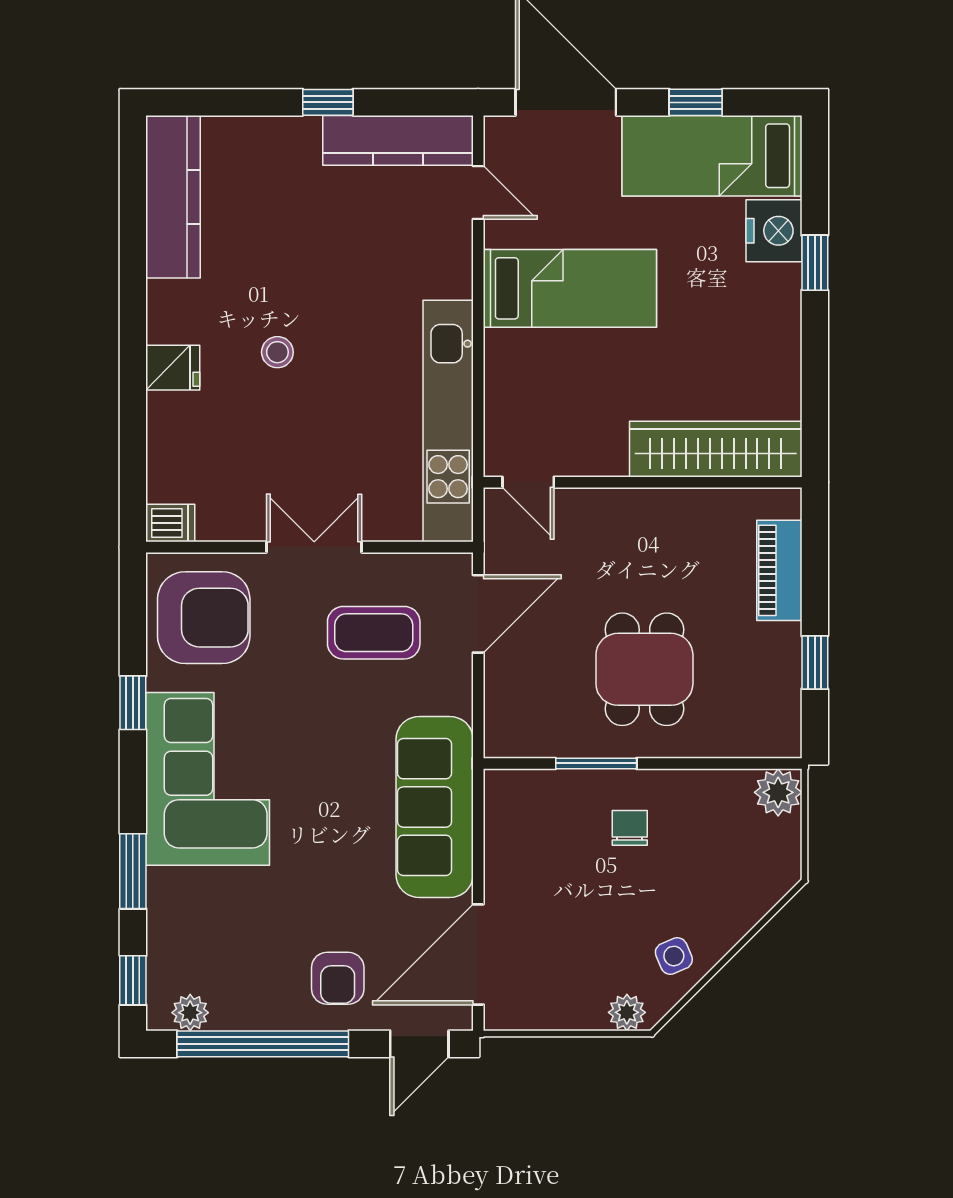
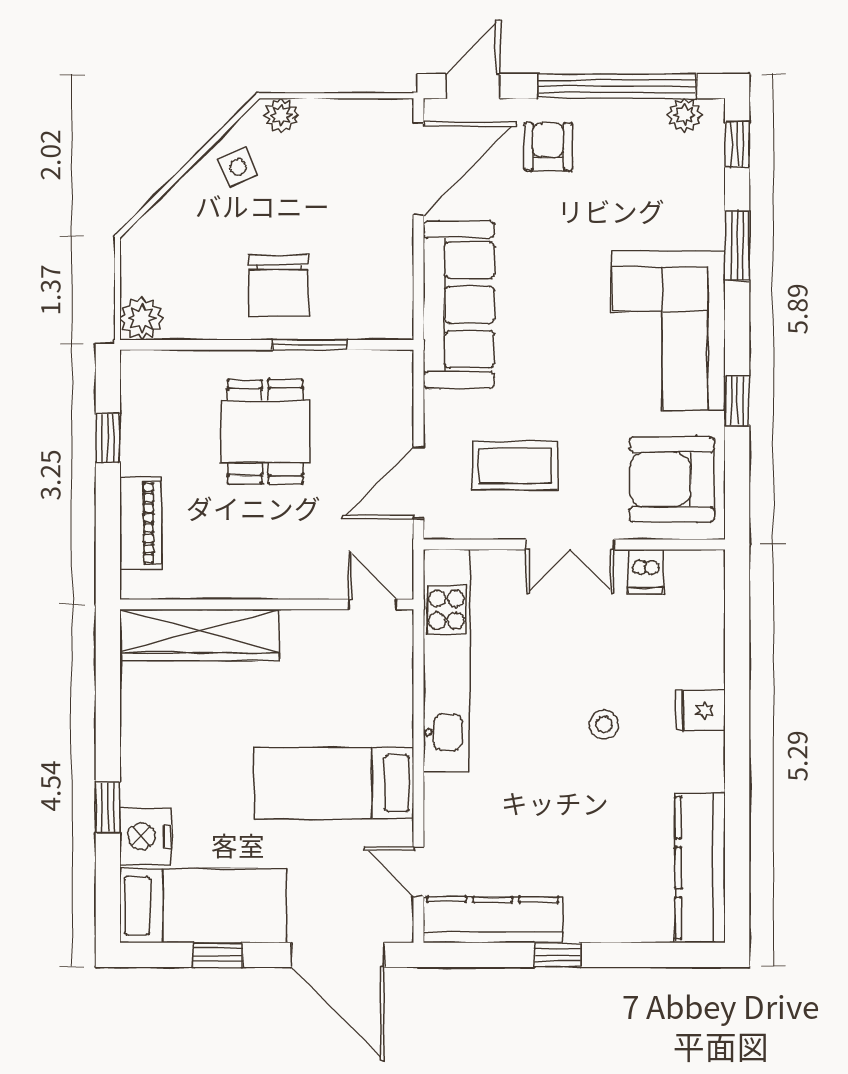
dishwasher: (170, 523) -> (645, 572), moved, turned -90
chair: (630, 828) -> (279, 285), width x1.87, depth x1.87

